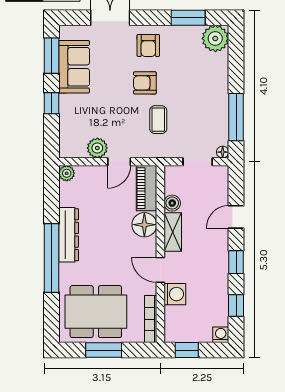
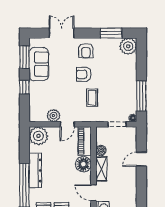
plant: (67, 173) -> (38, 136), width x1.88, depth x1.88
window: (236, 262) -> (141, 188), removed

